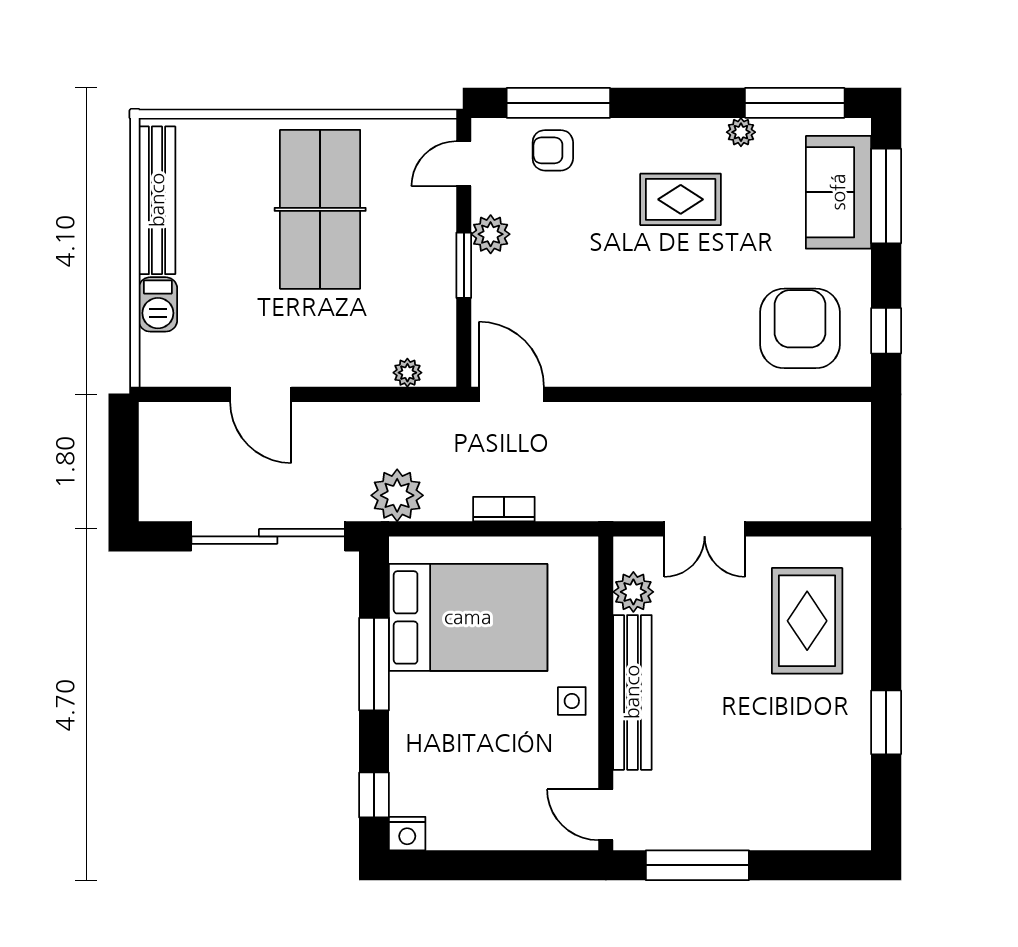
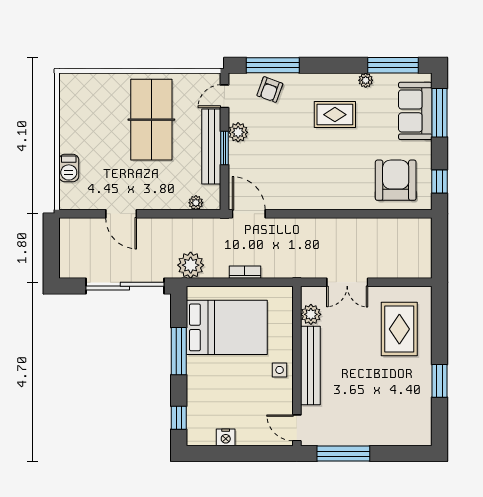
armchair: (553, 150) -> (270, 90), turned -70
bench: (157, 200) -> (211, 147), moved
nightstand: (407, 834) -> (226, 437), moved

